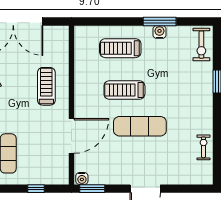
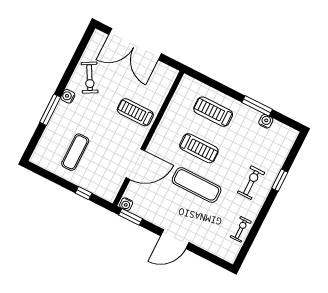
water cooler: (160, 32) -> (266, 121), moved
exercise bike: (201, 45) -> (251, 183), moved, turned 180
treadmill: (46, 86) -> (135, 112), turned -90
treadmill: (124, 90) -> (199, 148), turned 180

